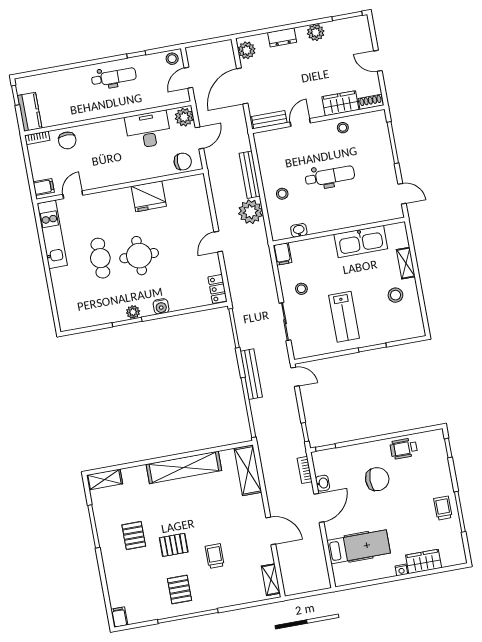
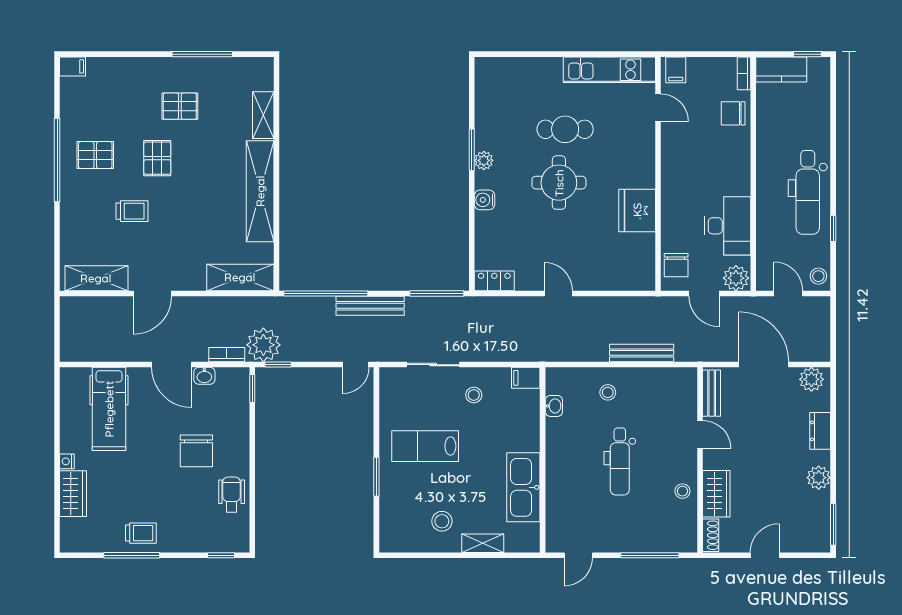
dental chair: (114, 77) -> (808, 192), width x1.36, depth x1.38
plant: (251, 212) -> (263, 345), moved
shelving: (104, 479) -> (263, 115), moved
shelving: (271, 580) -> (96, 278), width x1.50, depth x1.33

